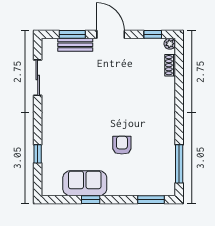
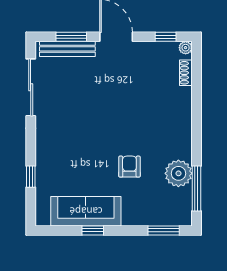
bench: (75, 45) -> (67, 49), width x1.36
sliding door: (38, 78) -> (31, 87), width x1.37
plant: (164, 151) -> (178, 173), added
sofa: (85, 183) -> (86, 211), width x1.36

